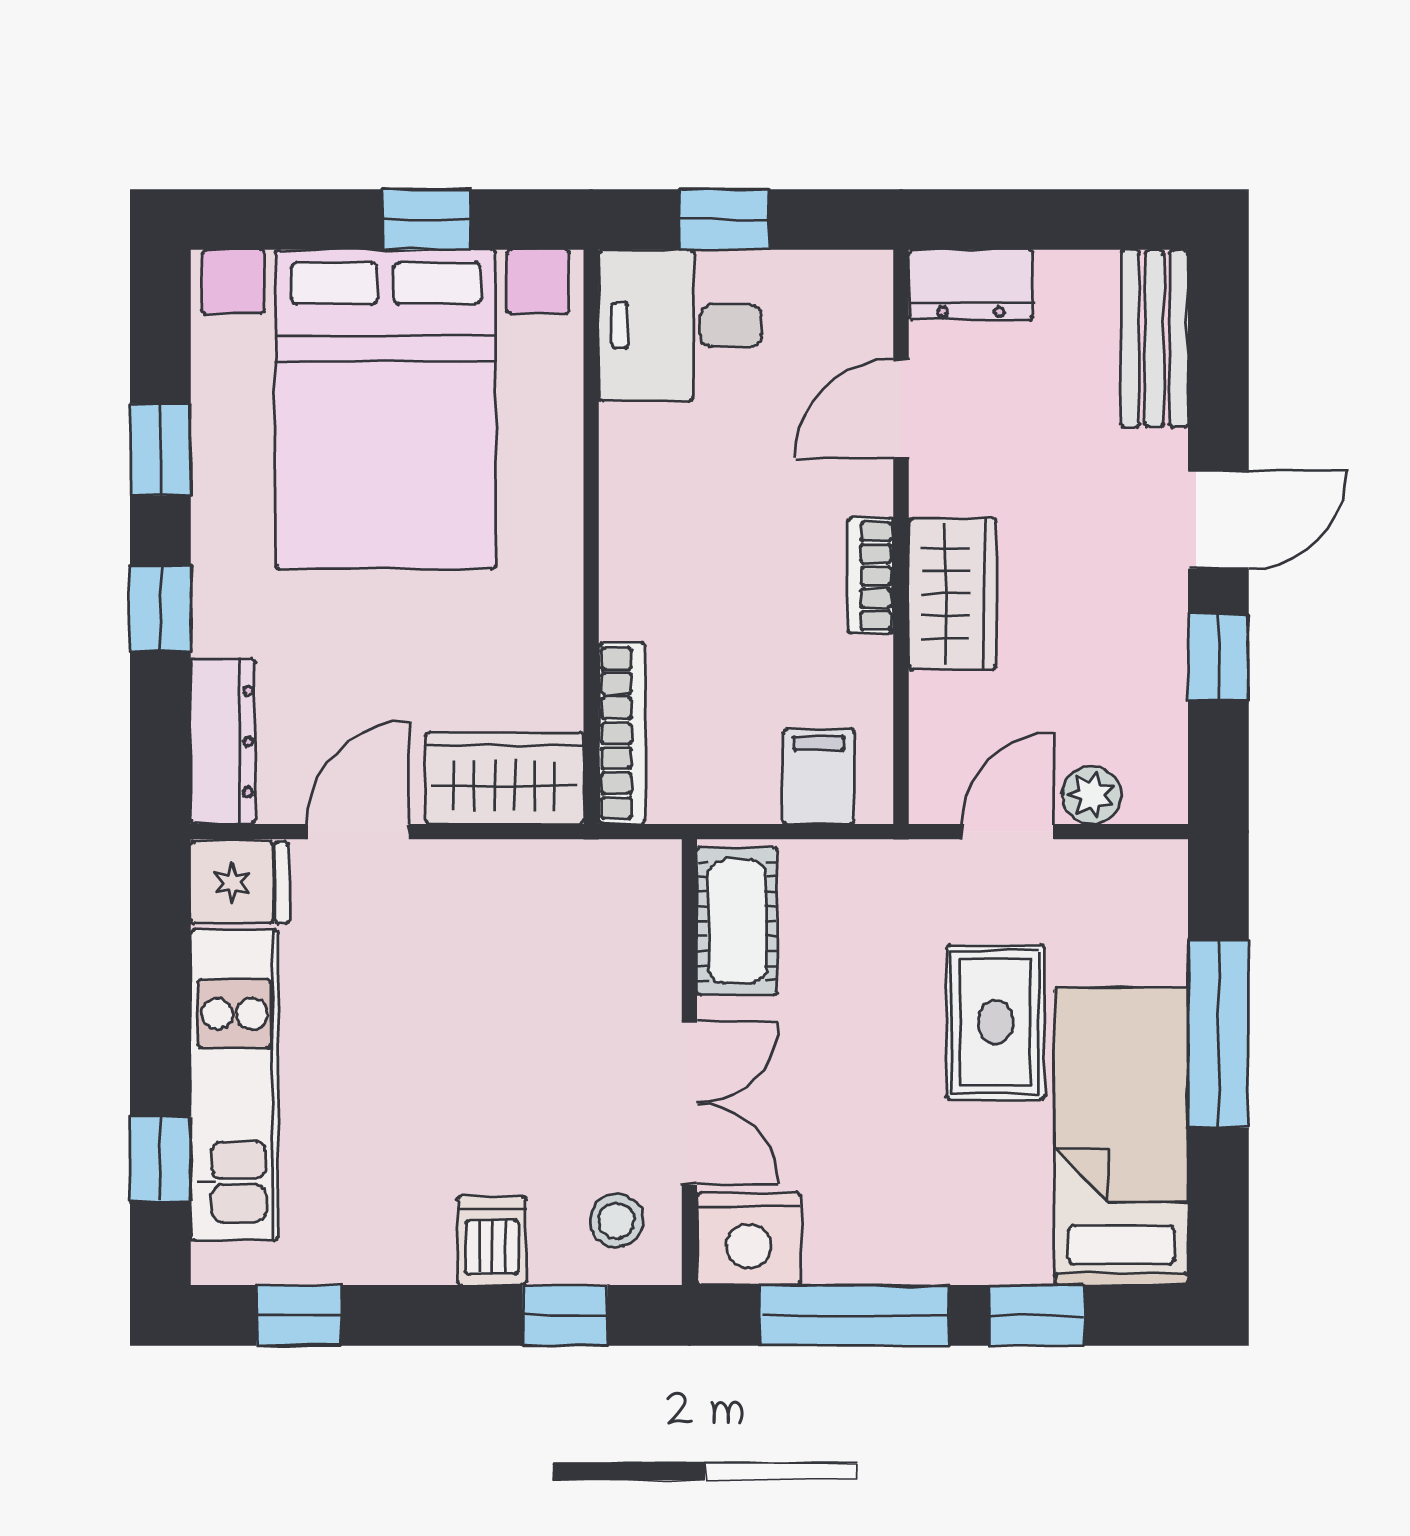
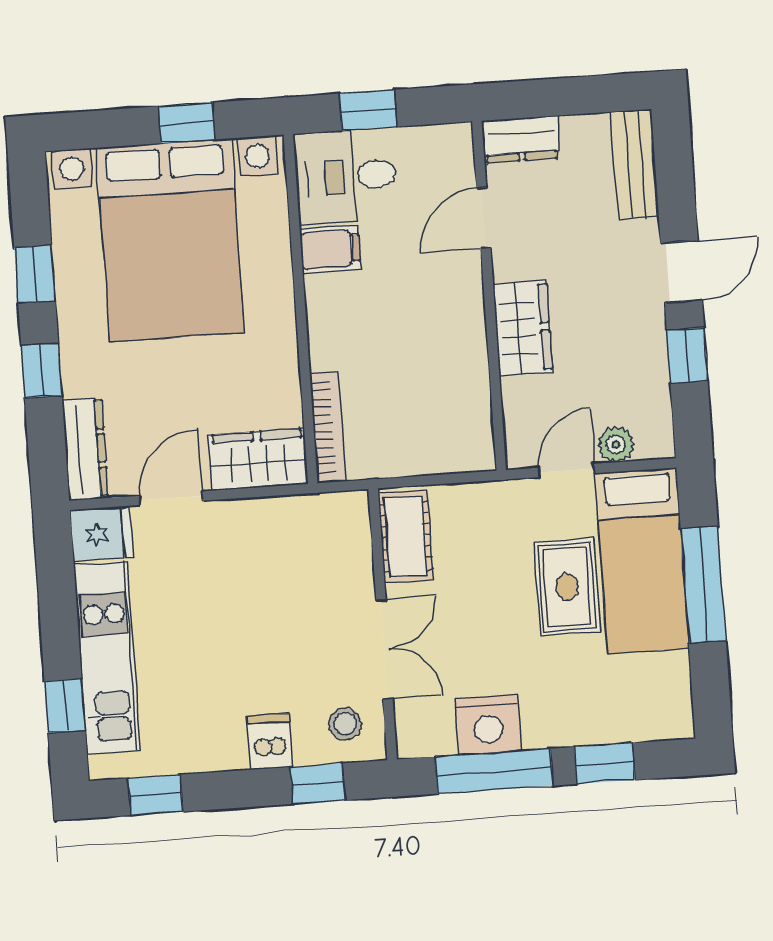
bookcase: (870, 576) -> (472, 321), removed
filing cabinet: (819, 777) -> (330, 249), moved, turned 90
bed: (1121, 1137) -> (642, 561), moved, turned 180
nightstand: (749, 1239) -> (488, 725), moved

